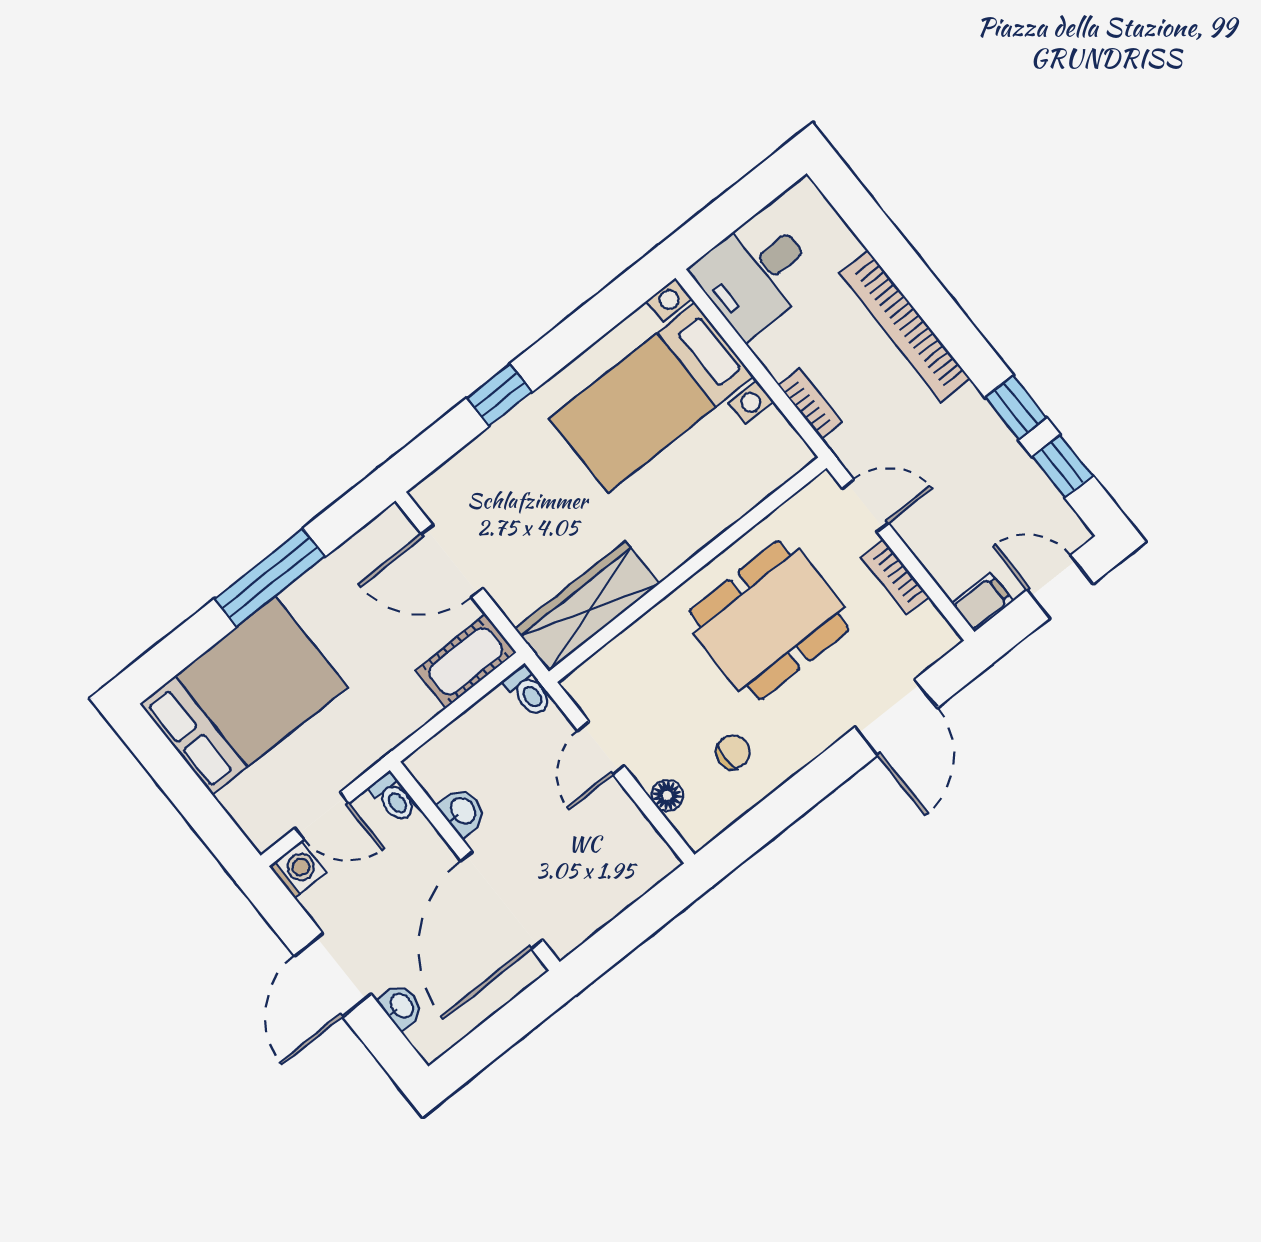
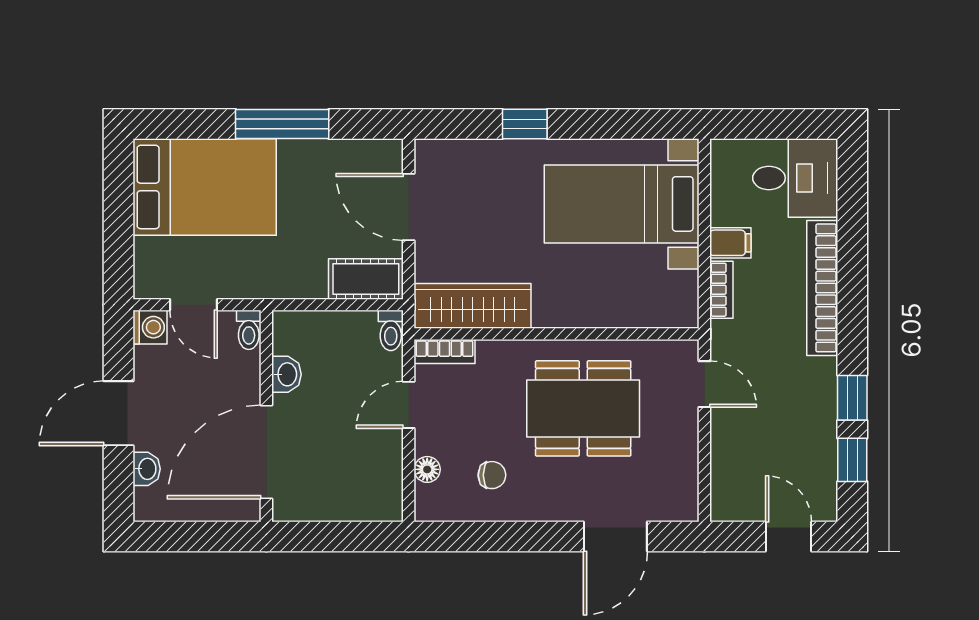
desk: (756, 275) -> (795, 178), moved, turned 180
bookcase: (895, 577) -> (445, 352), moved, turned -90
filing cabinet: (982, 602) -> (730, 243), moved

